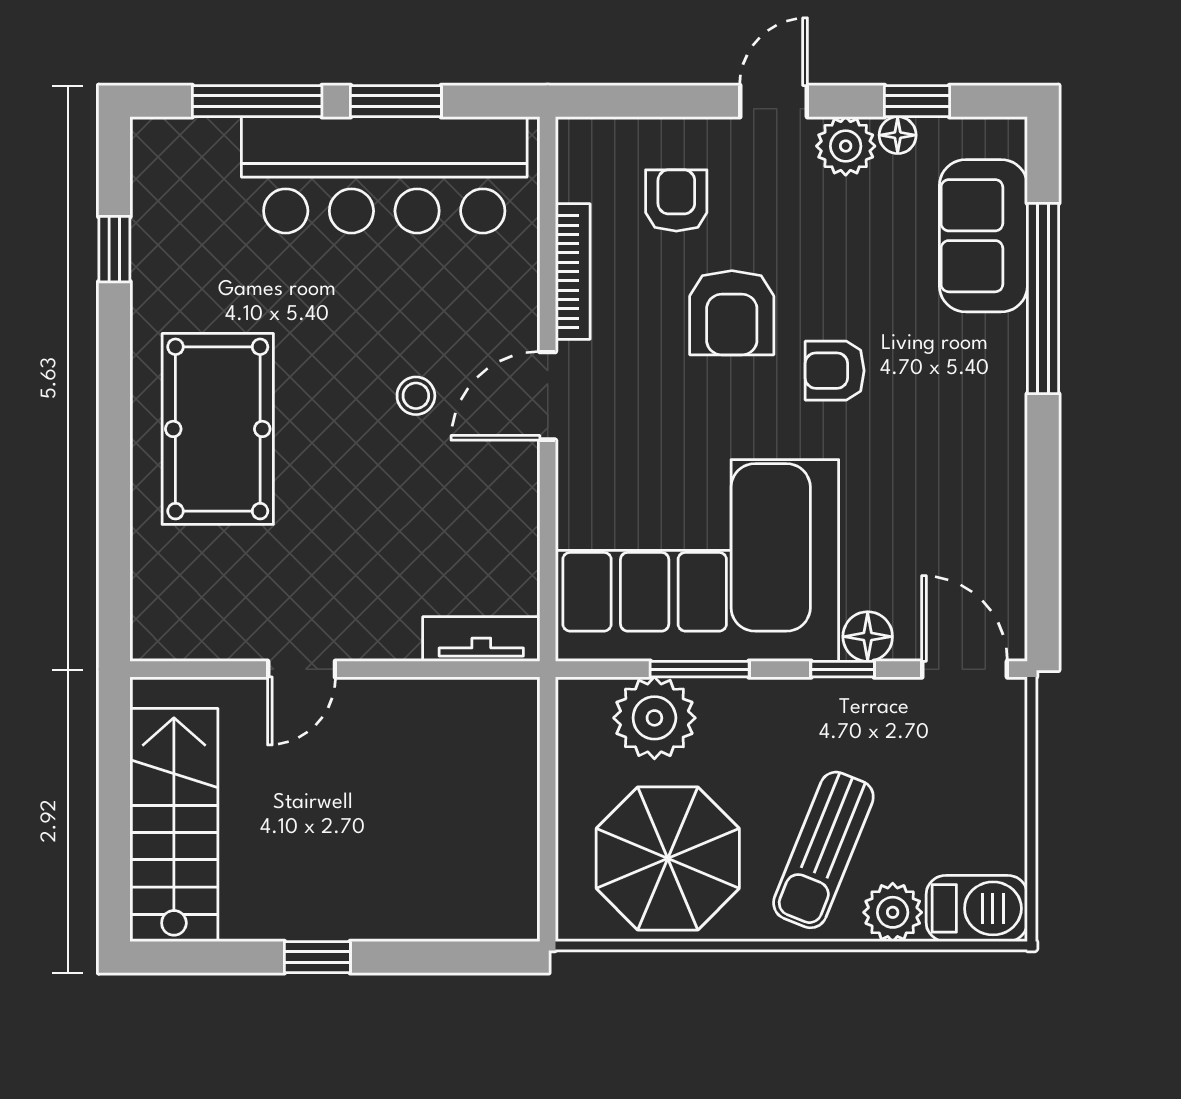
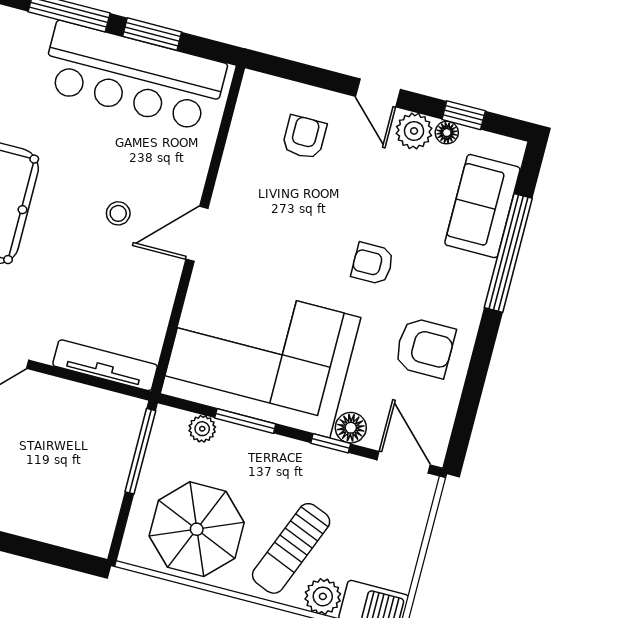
door: (774, 101) -> (378, 93), swing flipped
bookcase: (573, 272) -> (231, 164), removed
armchair: (732, 313) -> (425, 348), moved, turned -90
tv unit: (481, 639) -> (105, 365), width x1.41
plant: (654, 718) -> (202, 429), width x0.53, depth x0.53
window: (548, 759) -> (140, 451), added

